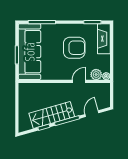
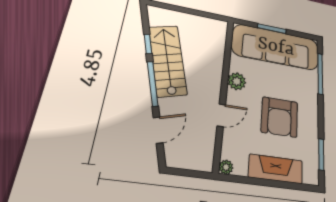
fireplace: (104, 39) -> (276, 169), moved
plant: (96, 75) -> (237, 81), moved
door: (79, 81) -> (221, 115), hinge flipped
door: (92, 114) -> (158, 130), hinge flipped

